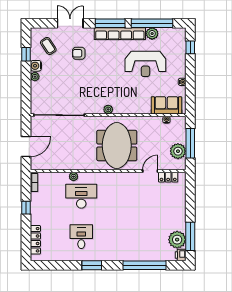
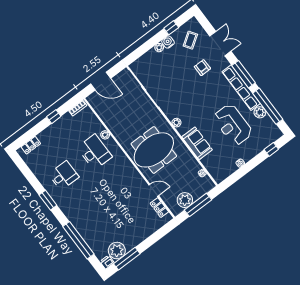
sofa: (166, 105) -> (197, 143), moved
locker: (35, 240) -> (31, 145), width x0.66

